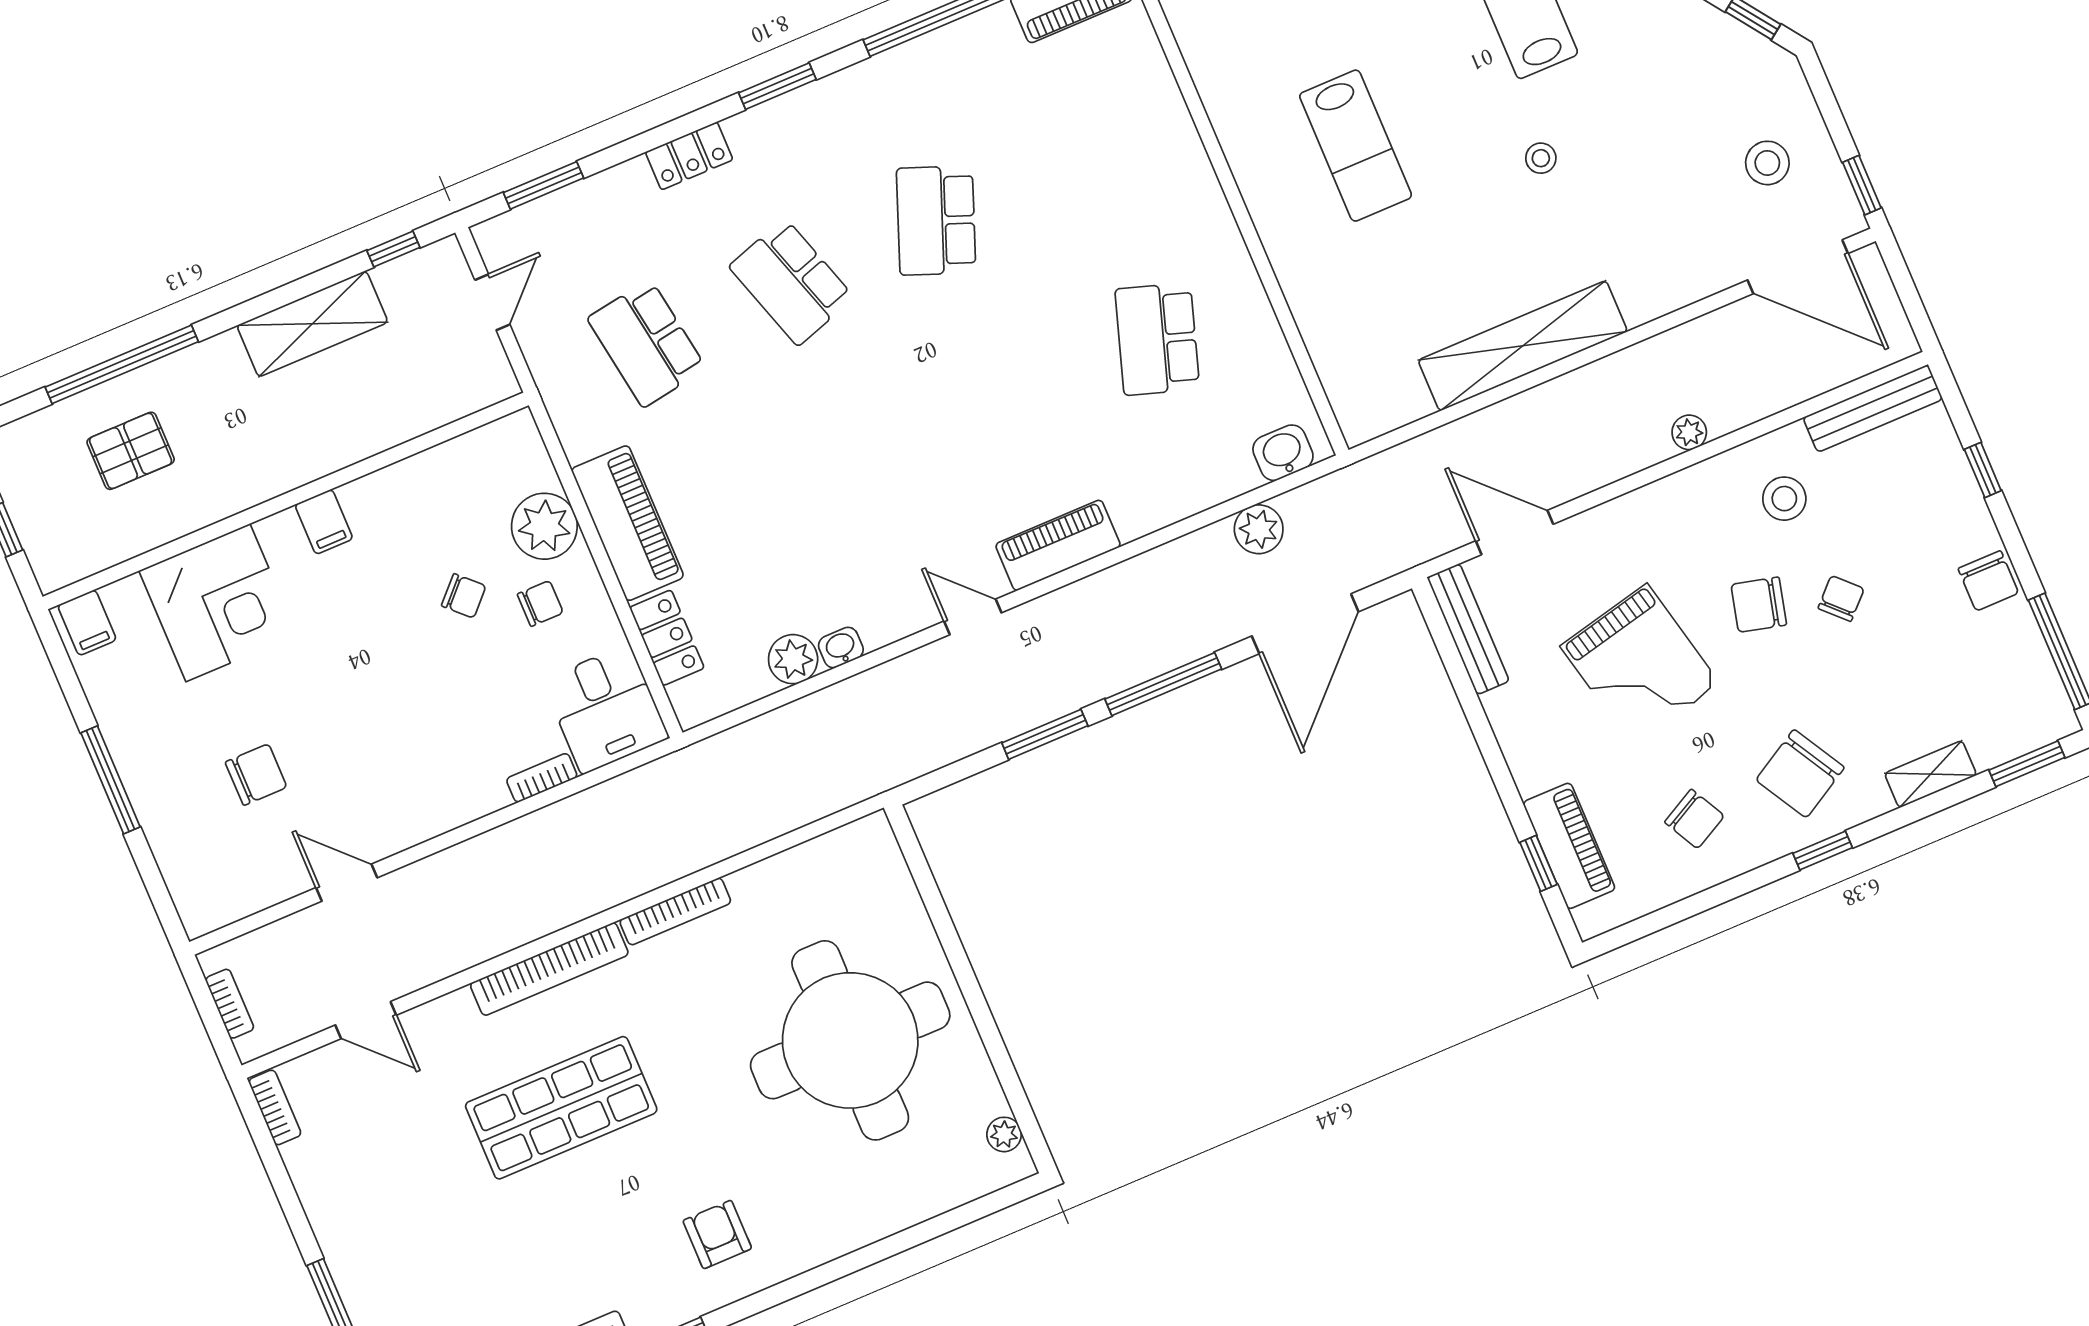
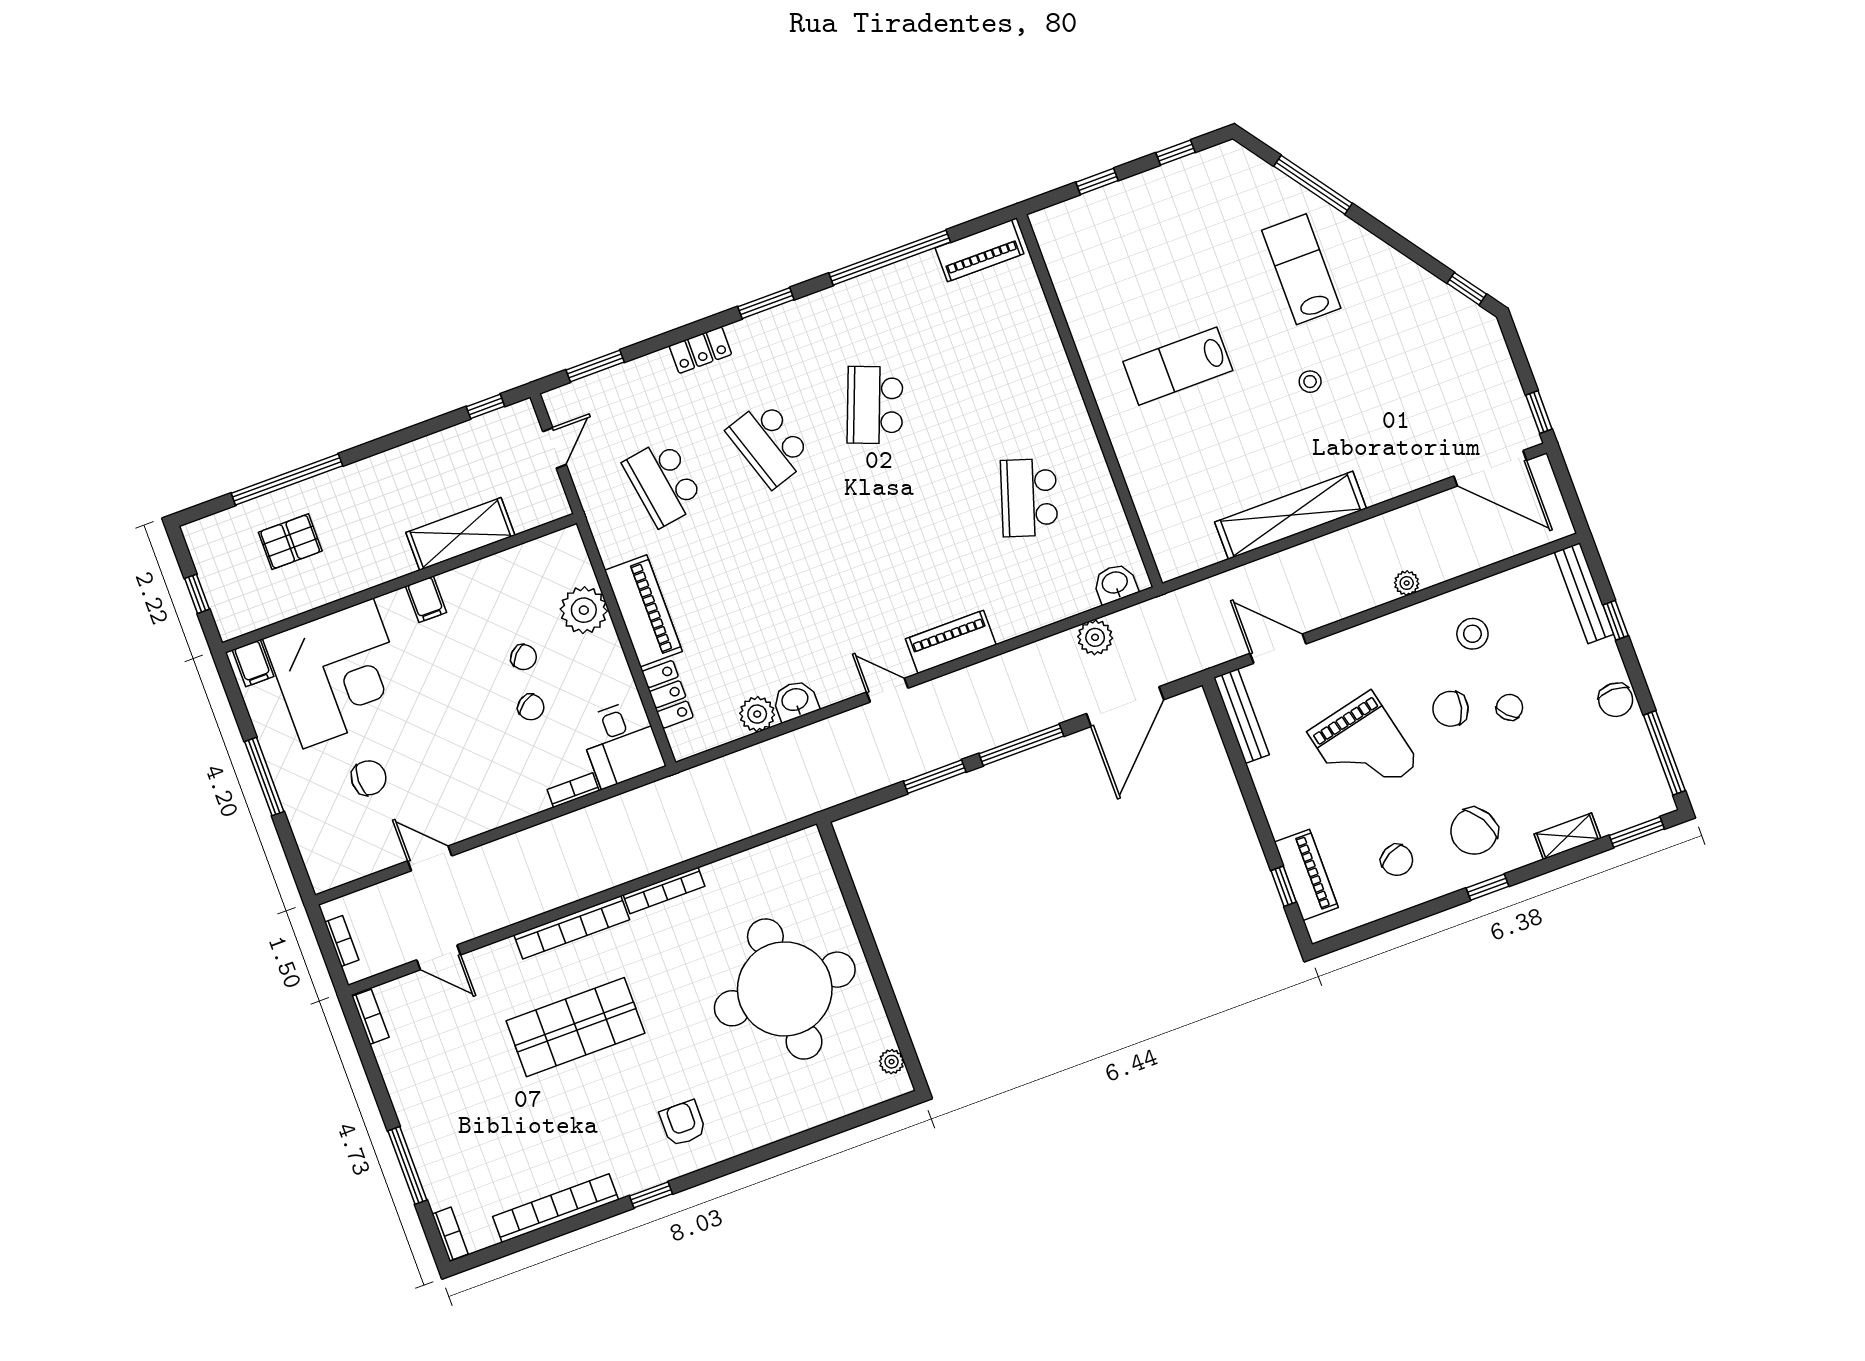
lab bench: (1356, 146) -> (1178, 366), turned 90
stool: (1767, 163) -> (1472, 393), removed
shelving: (312, 324) -> (460, 534), moved
bench: (1873, 408) -> (1584, 593), moved, turned 90
corner desk: (218, 603) -> (338, 673), width x1.36, depth x1.36
chair: (540, 603) -> (531, 707), moved, turned 55
washbasin: (841, 648) -> (795, 701), width x1.38, depth x1.45

